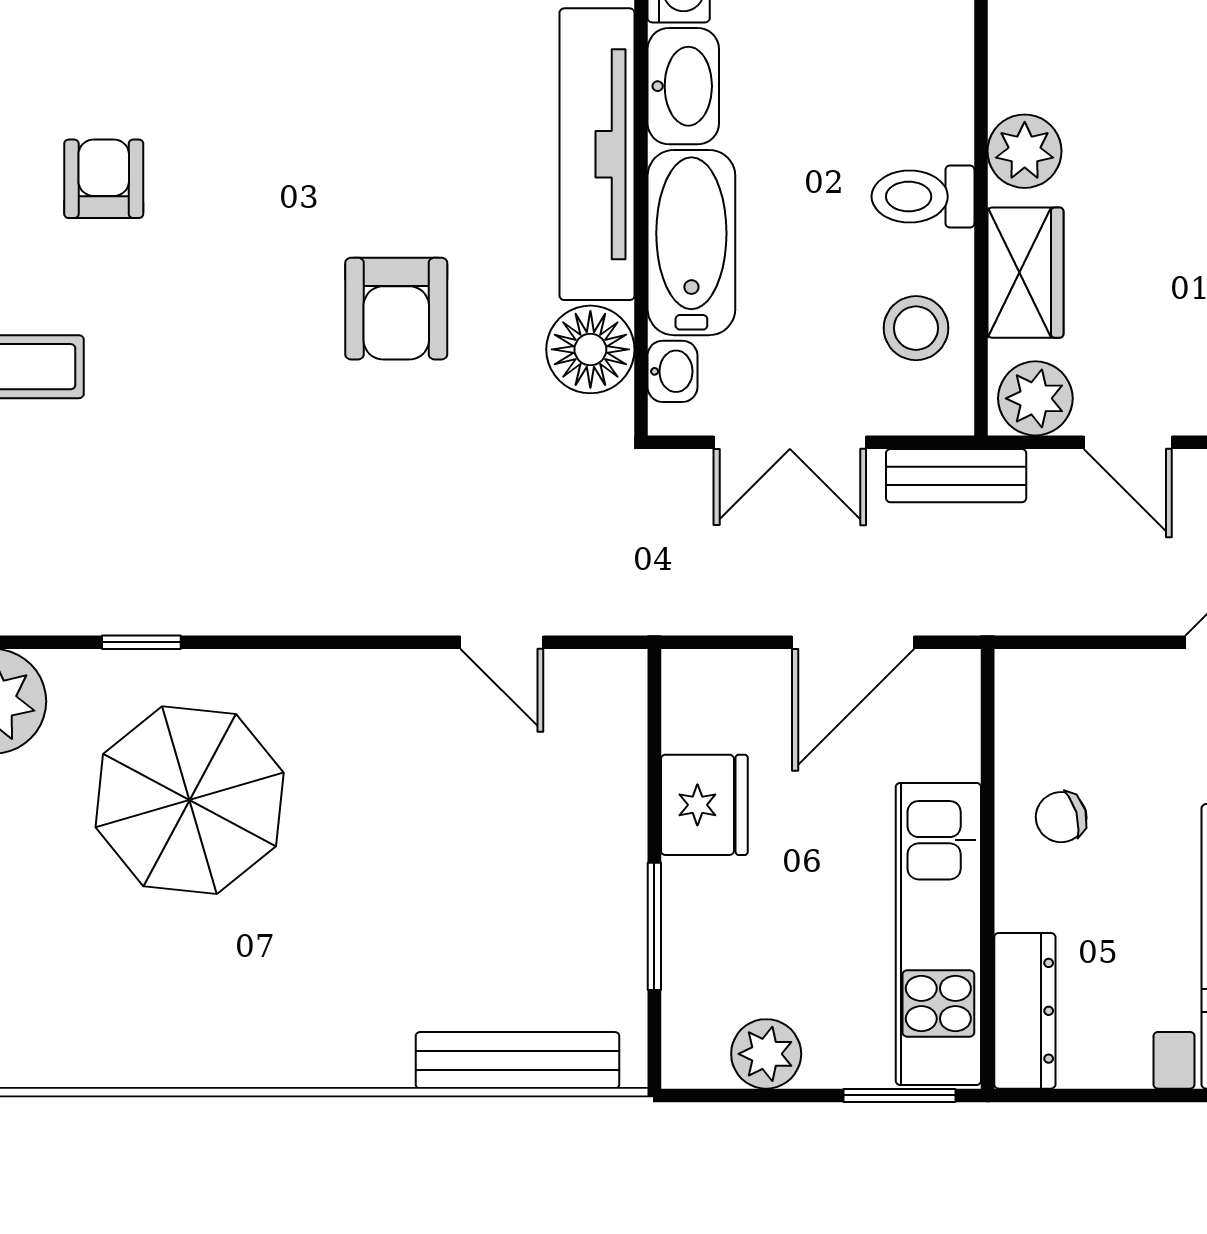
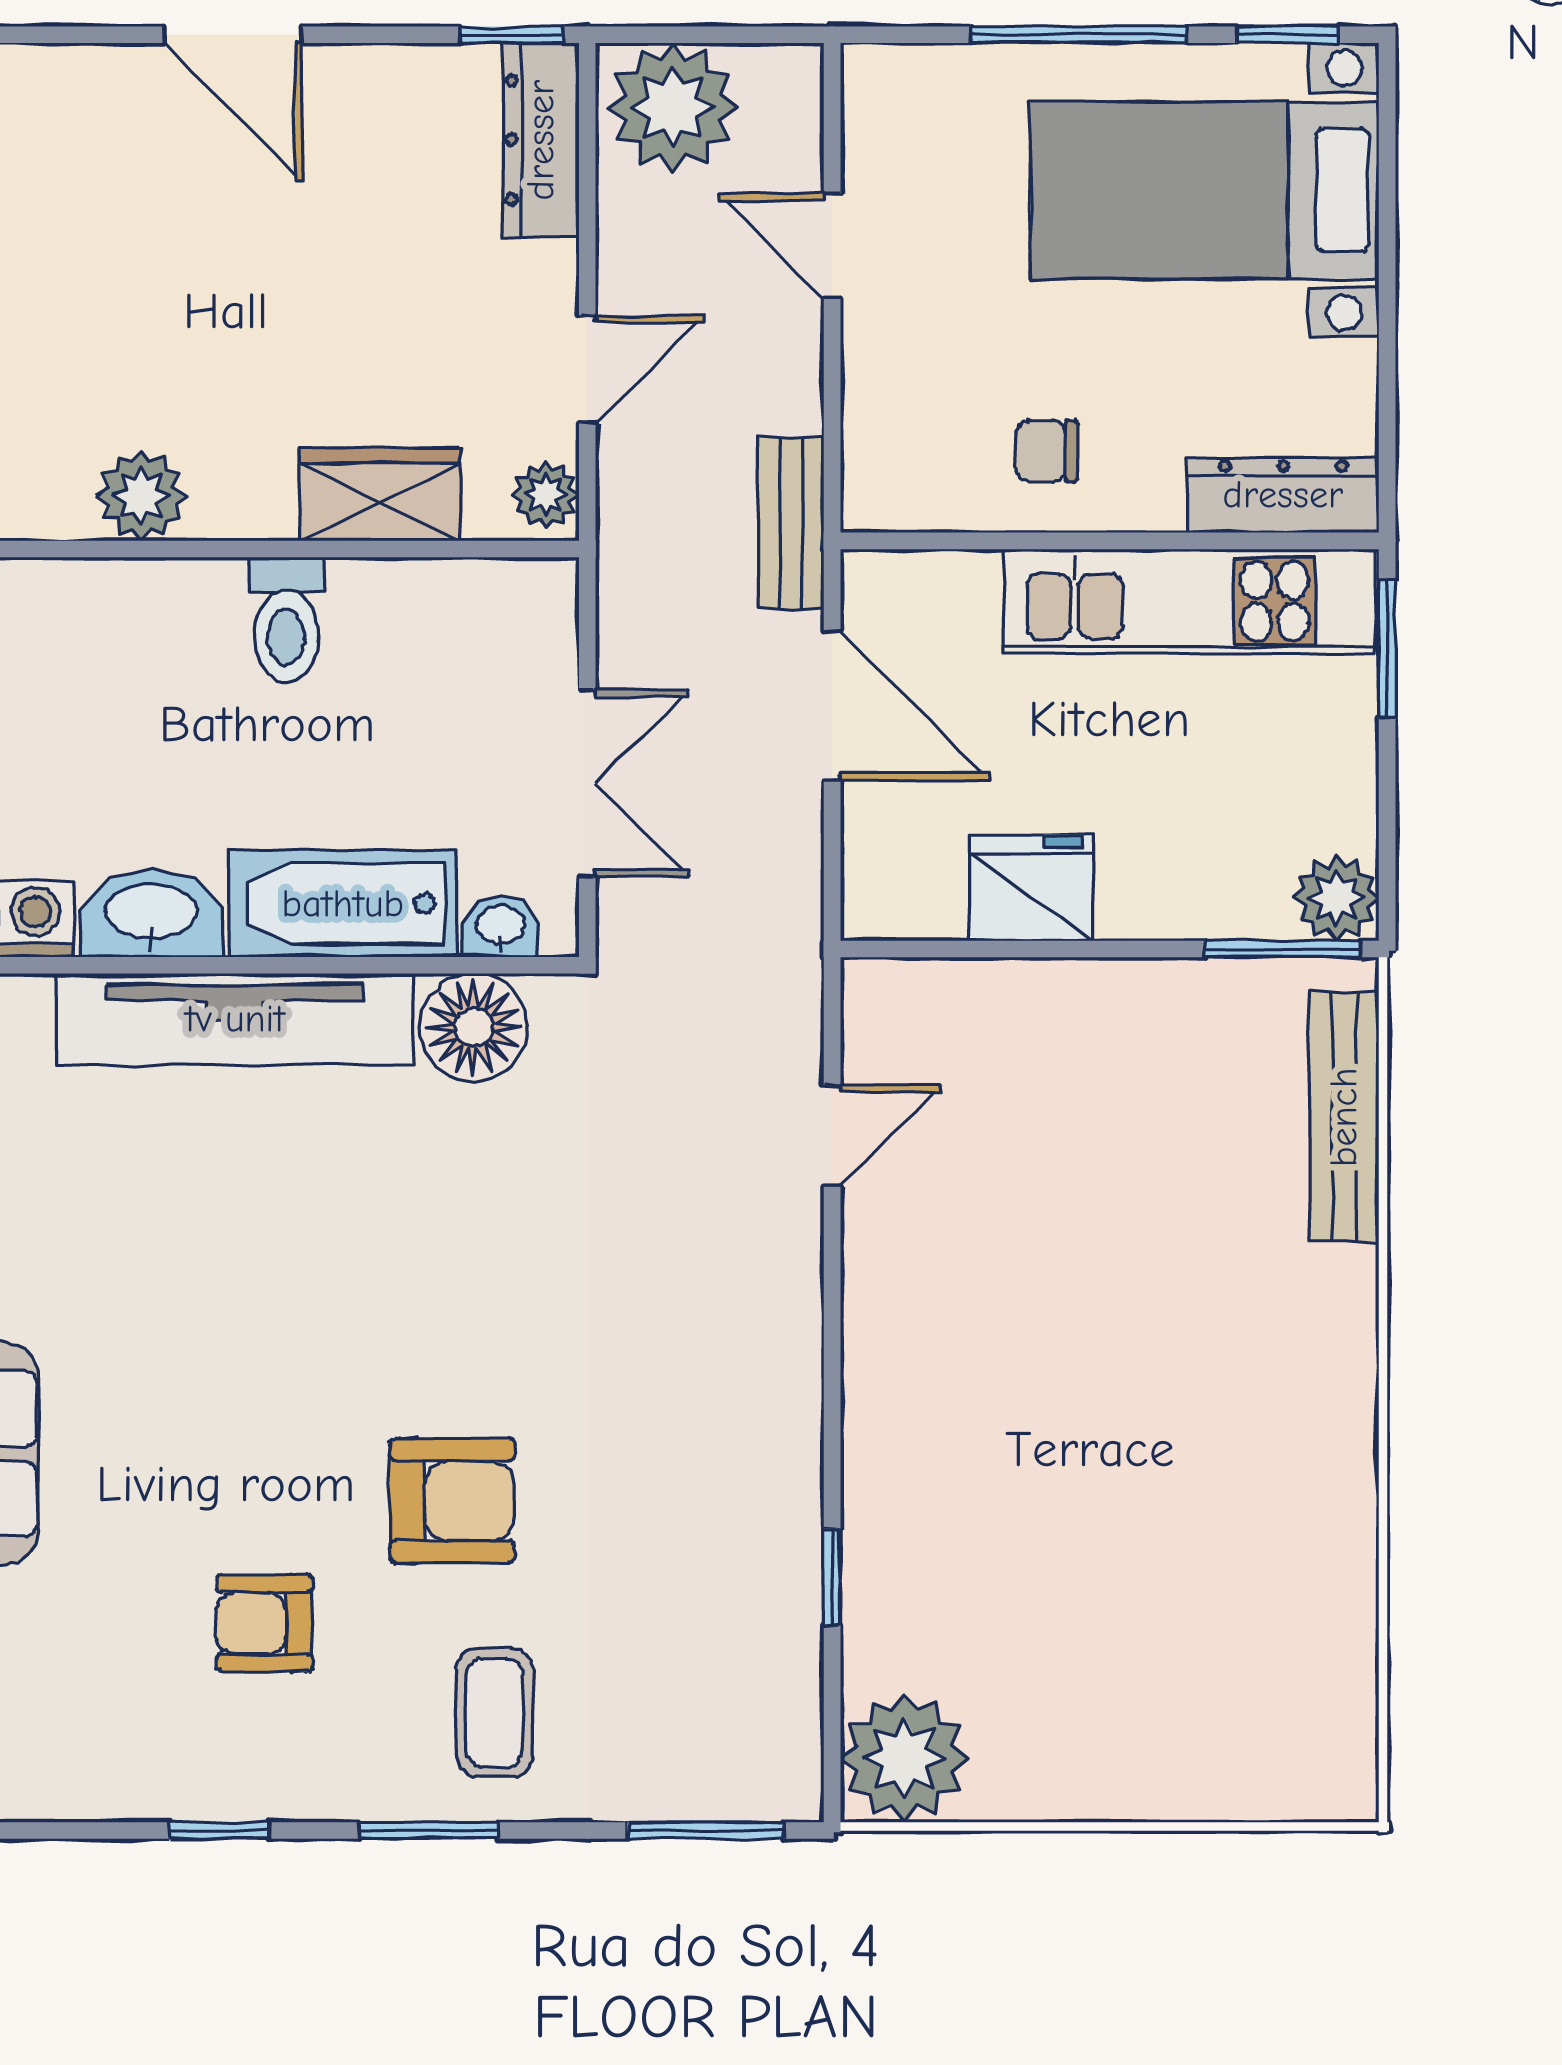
plant: (1025, 151) -> (141, 496), moved
armchair: (396, 309) -> (452, 1501), moved
stool: (916, 328) -> (448, 629), removed
plant: (1035, 398) -> (546, 495), width x0.73, depth x0.73
bench: (956, 476) -> (791, 523), moved
parasol: (190, 800) -> (1025, 1518), removed
chair: (1061, 817) -> (1046, 451), turned 106
window: (654, 926) -> (1283, 949), moved
plant: (766, 1054) -> (1336, 898), moved

